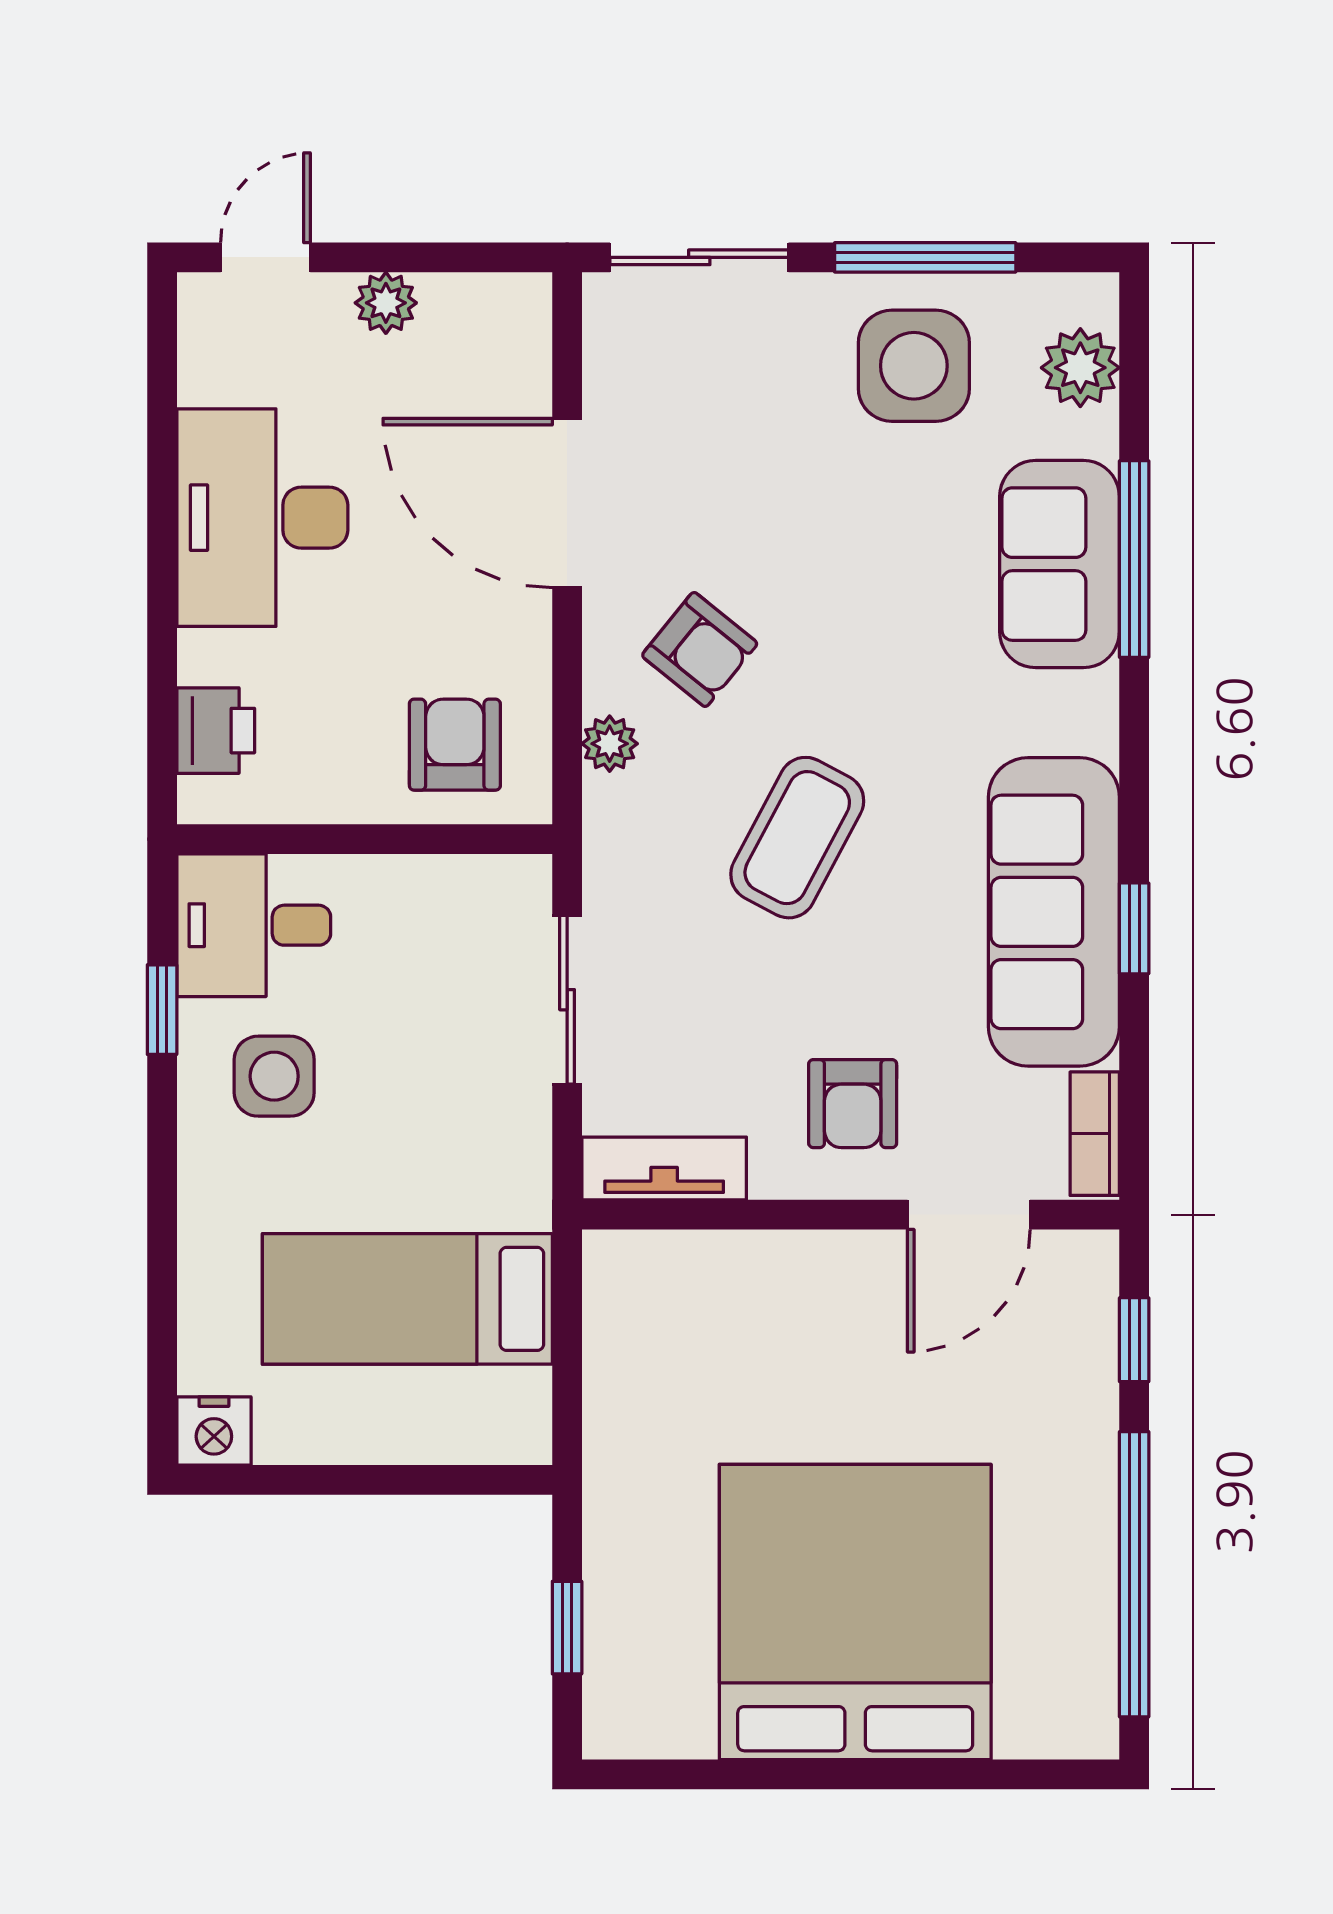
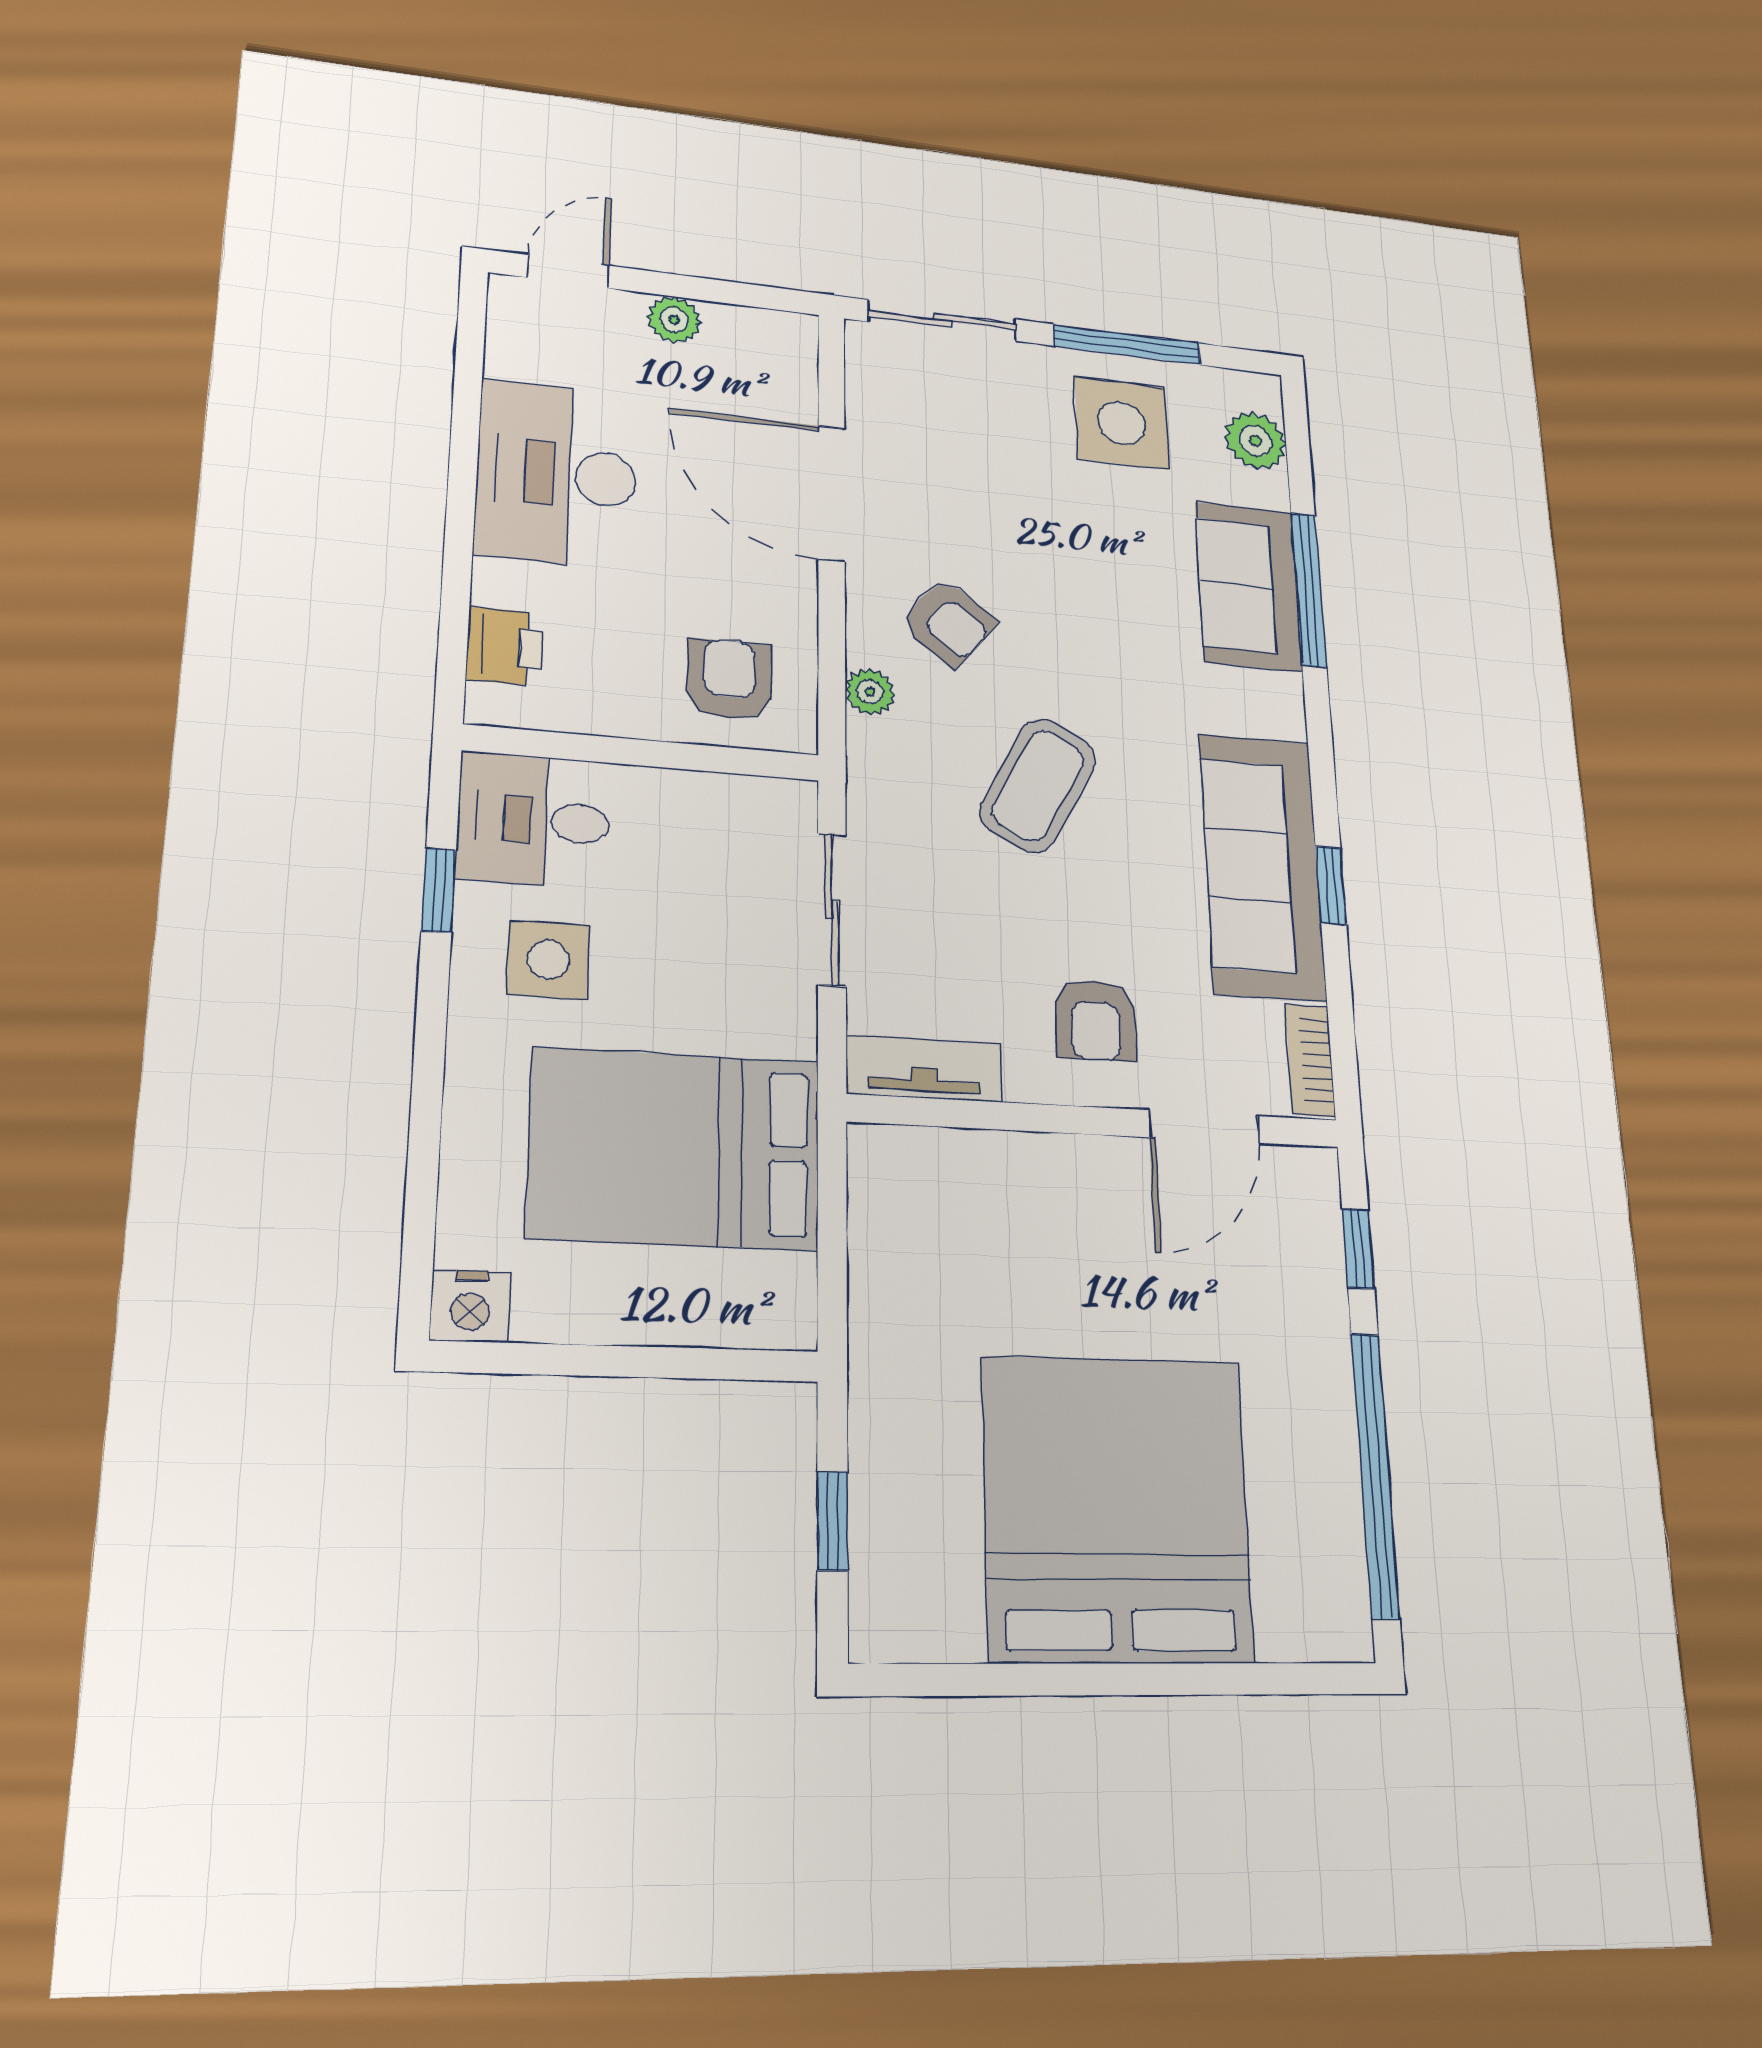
bed: (407, 1299) -> (675, 1149), width x1.50

